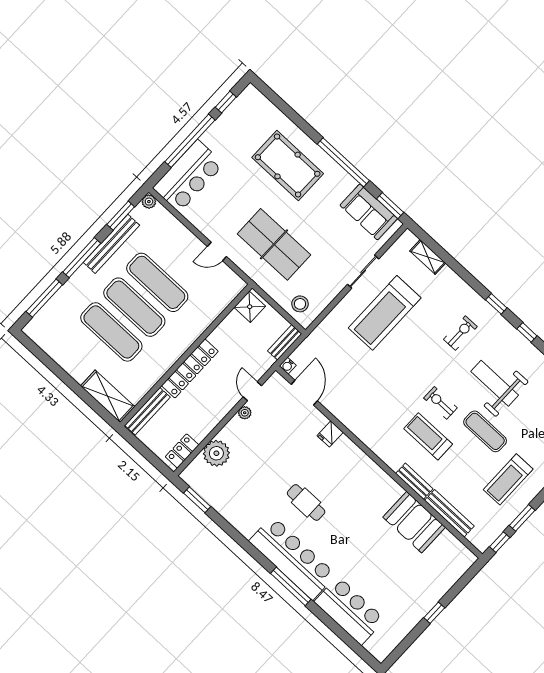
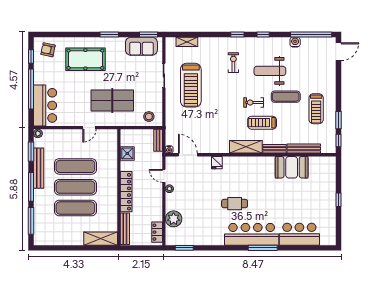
armchair: (253, 113) -> (48, 50), added
window: (343, 162) -> (109, 34), width x0.47
shower: (250, 307) -> (127, 153), moved
shelving: (382, 447) -> (246, 147), added

